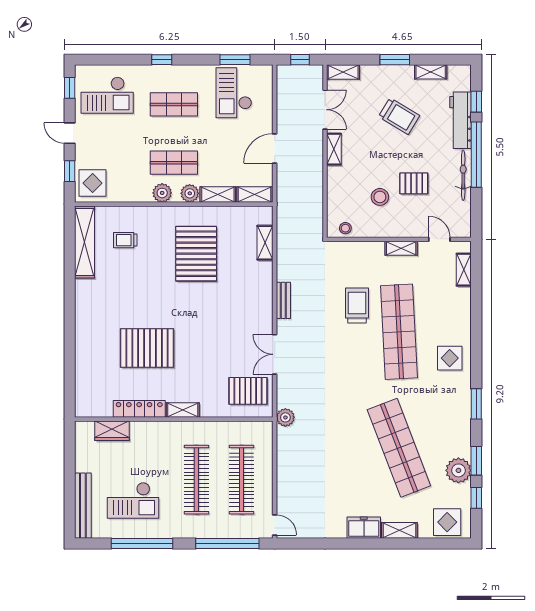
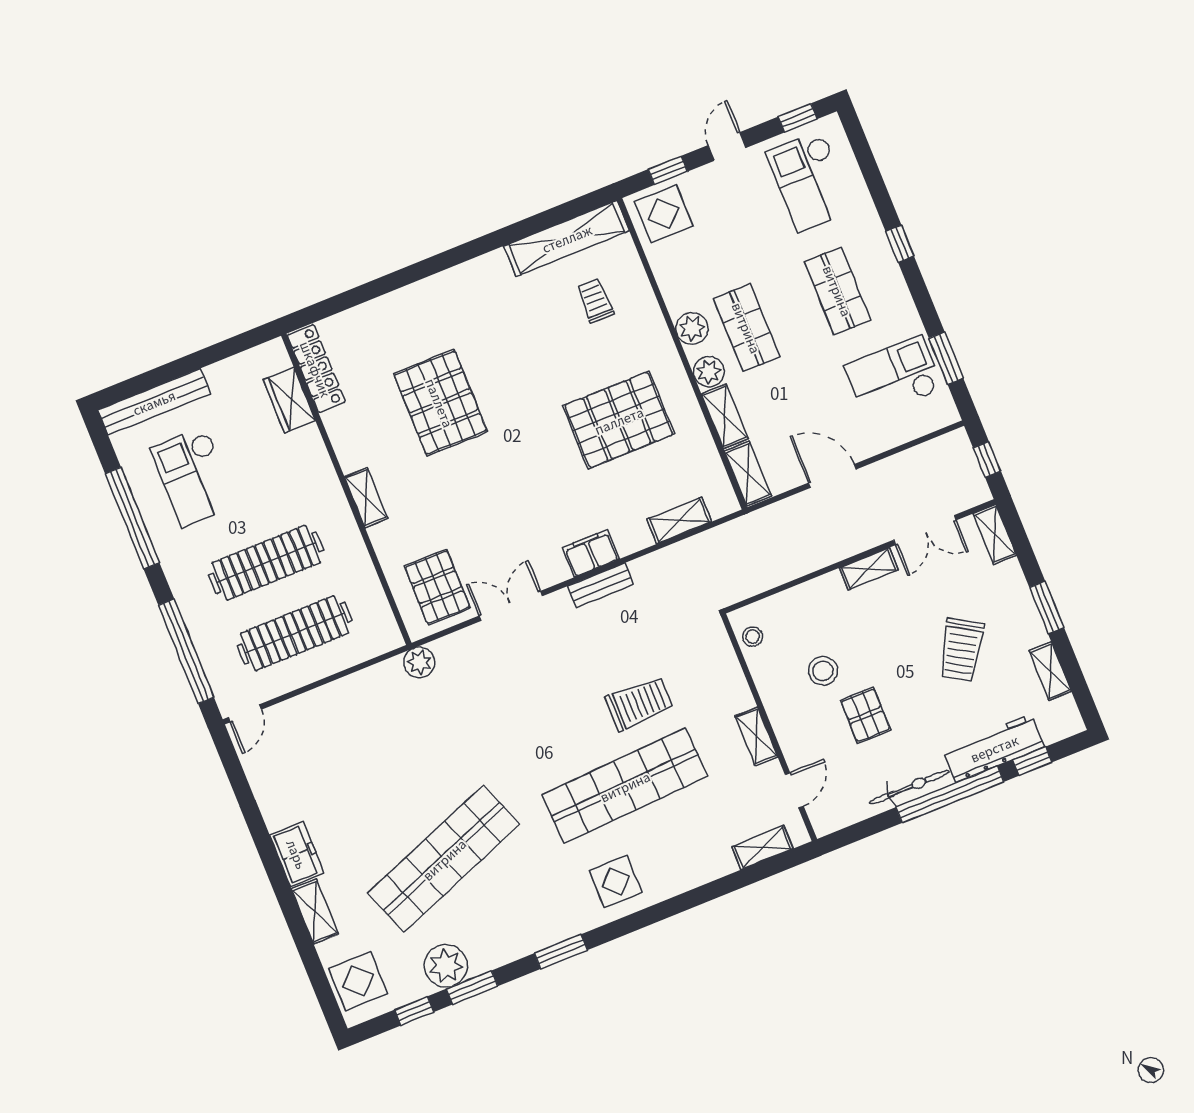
filing cabinet: (263, 299) -> (591, 553), added
locker: (139, 409) -> (316, 369), moved

